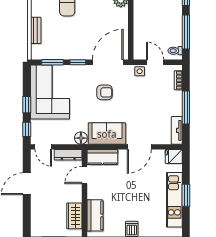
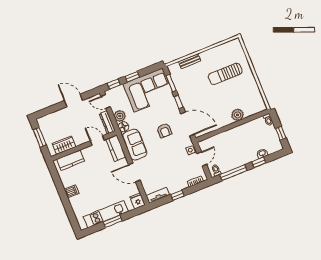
window: (186, 107) -> (177, 195), width x0.46
plant: (67, 137) -> (120, 116), added
door: (43, 147) -> (106, 102), hinge flipped

